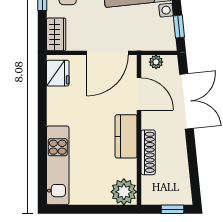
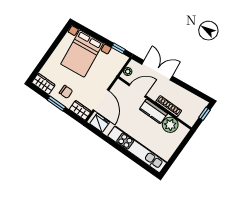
door: (108, 53) -> (101, 100), moved
kitchen unit: (58, 165) -> (137, 149), width x1.36
plant: (124, 192) -> (170, 125), moved

